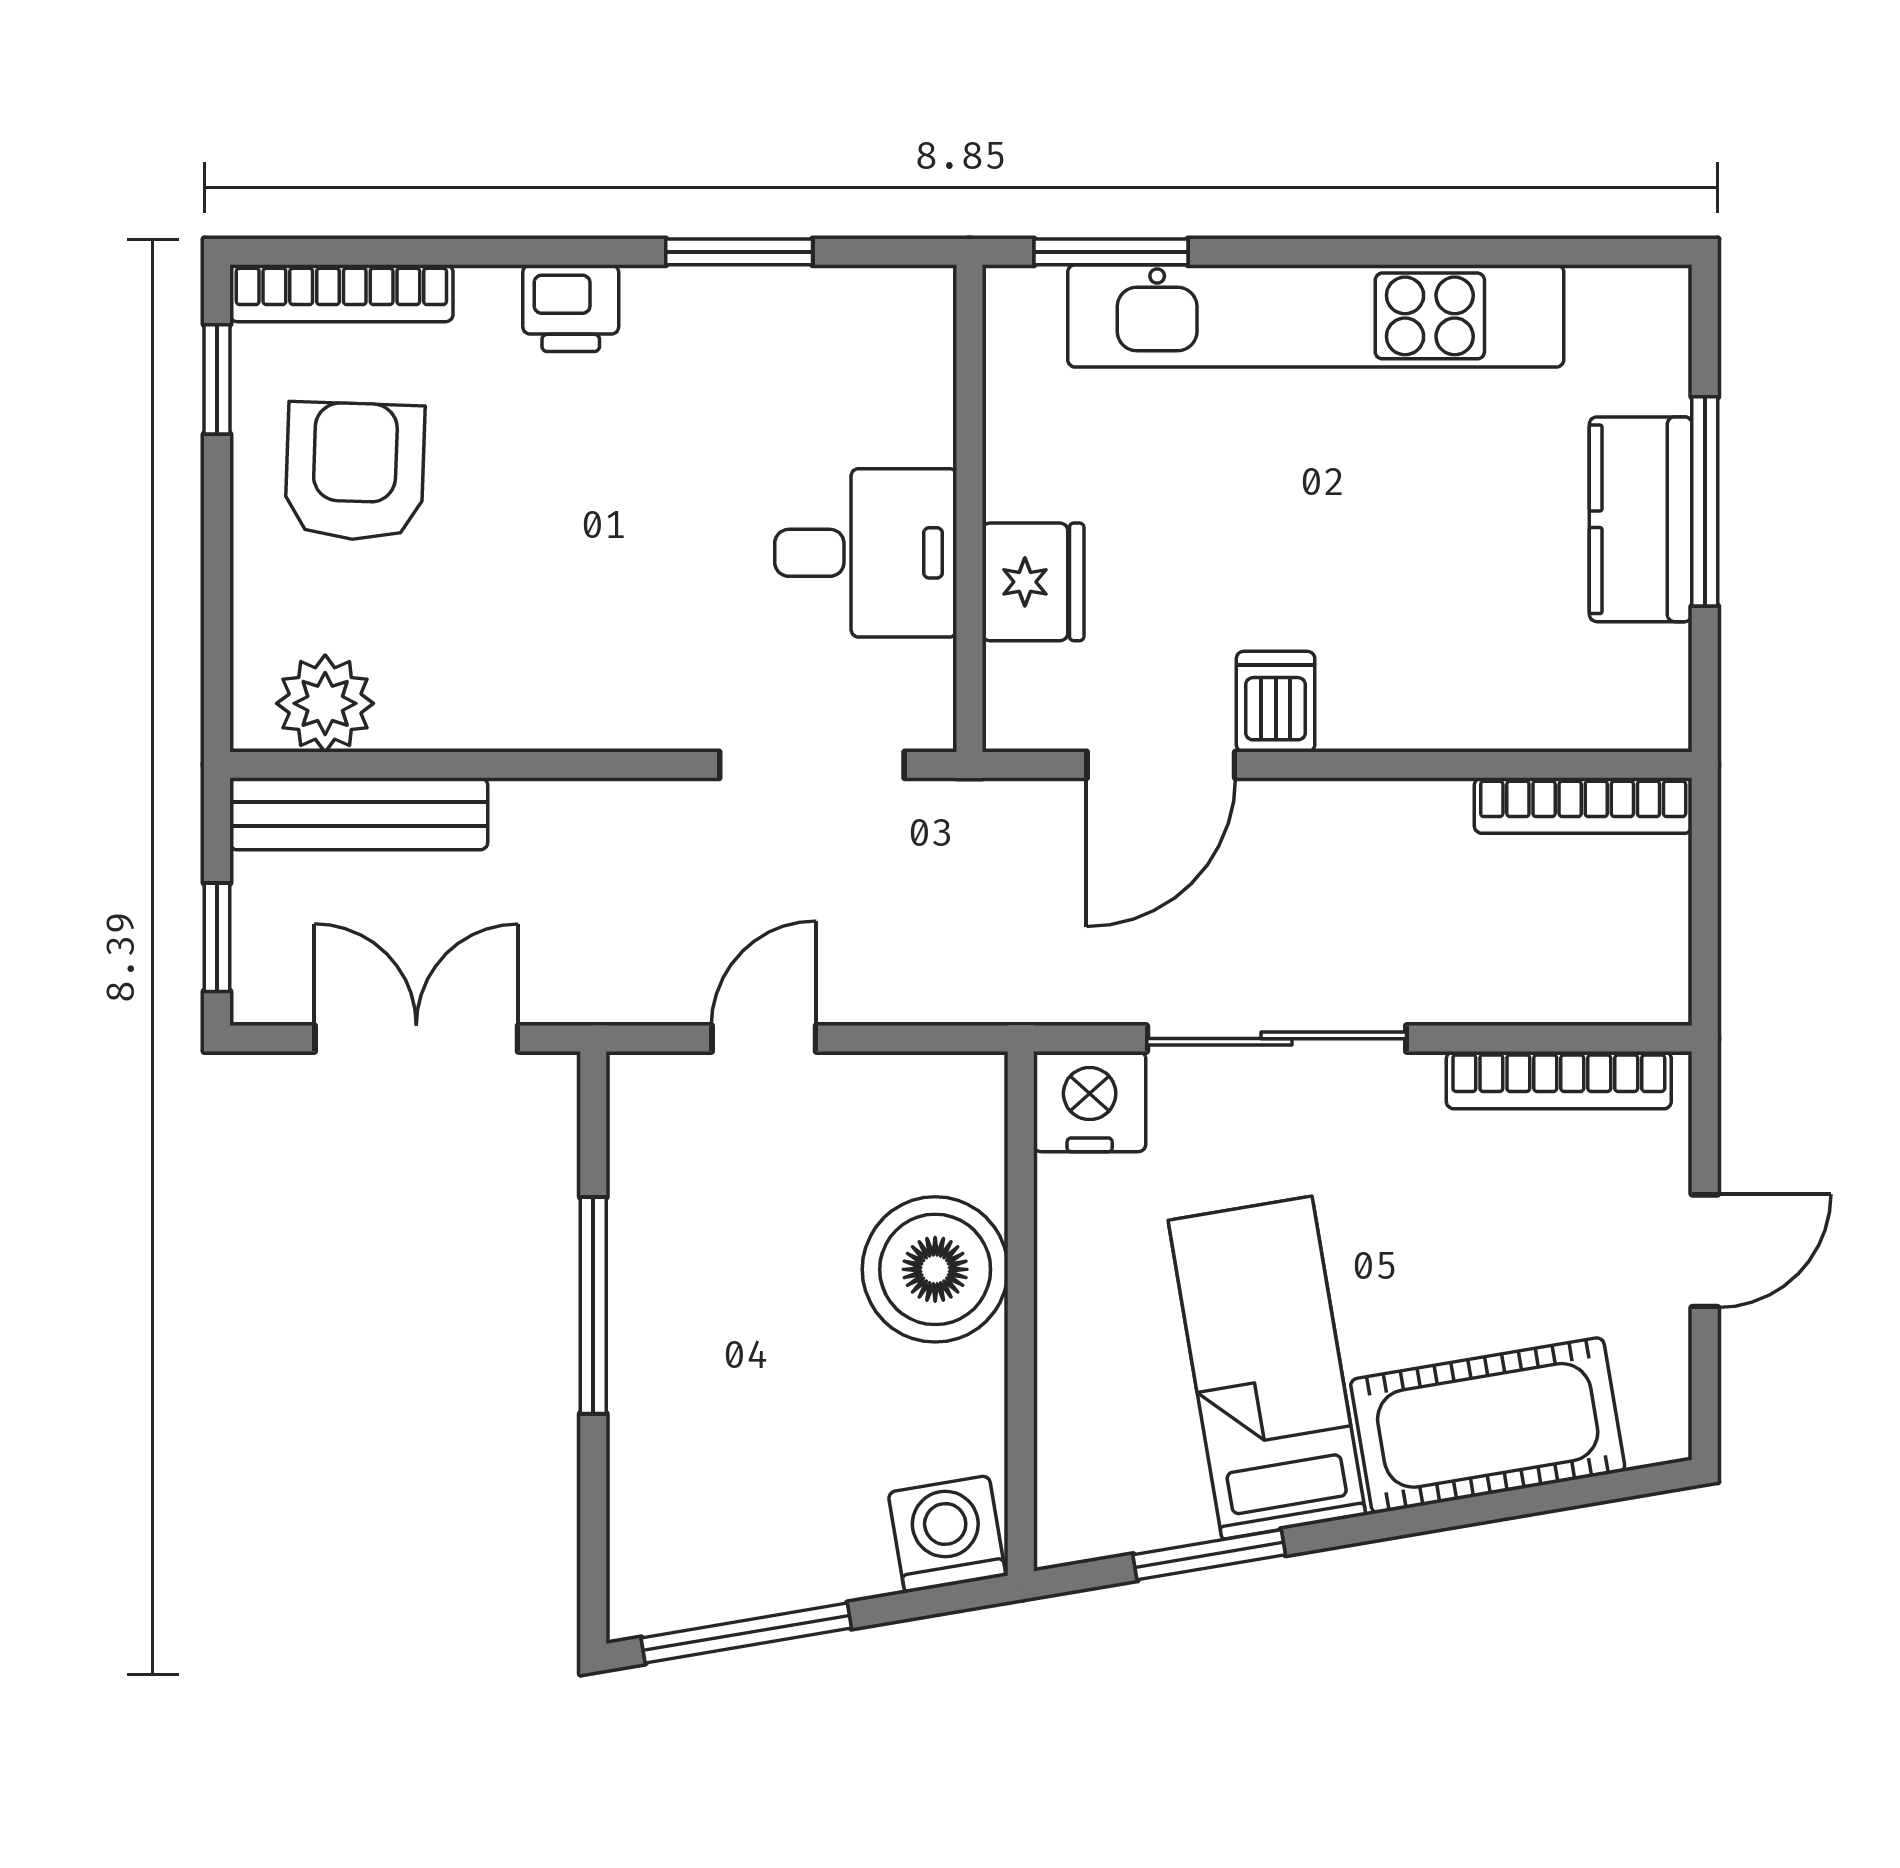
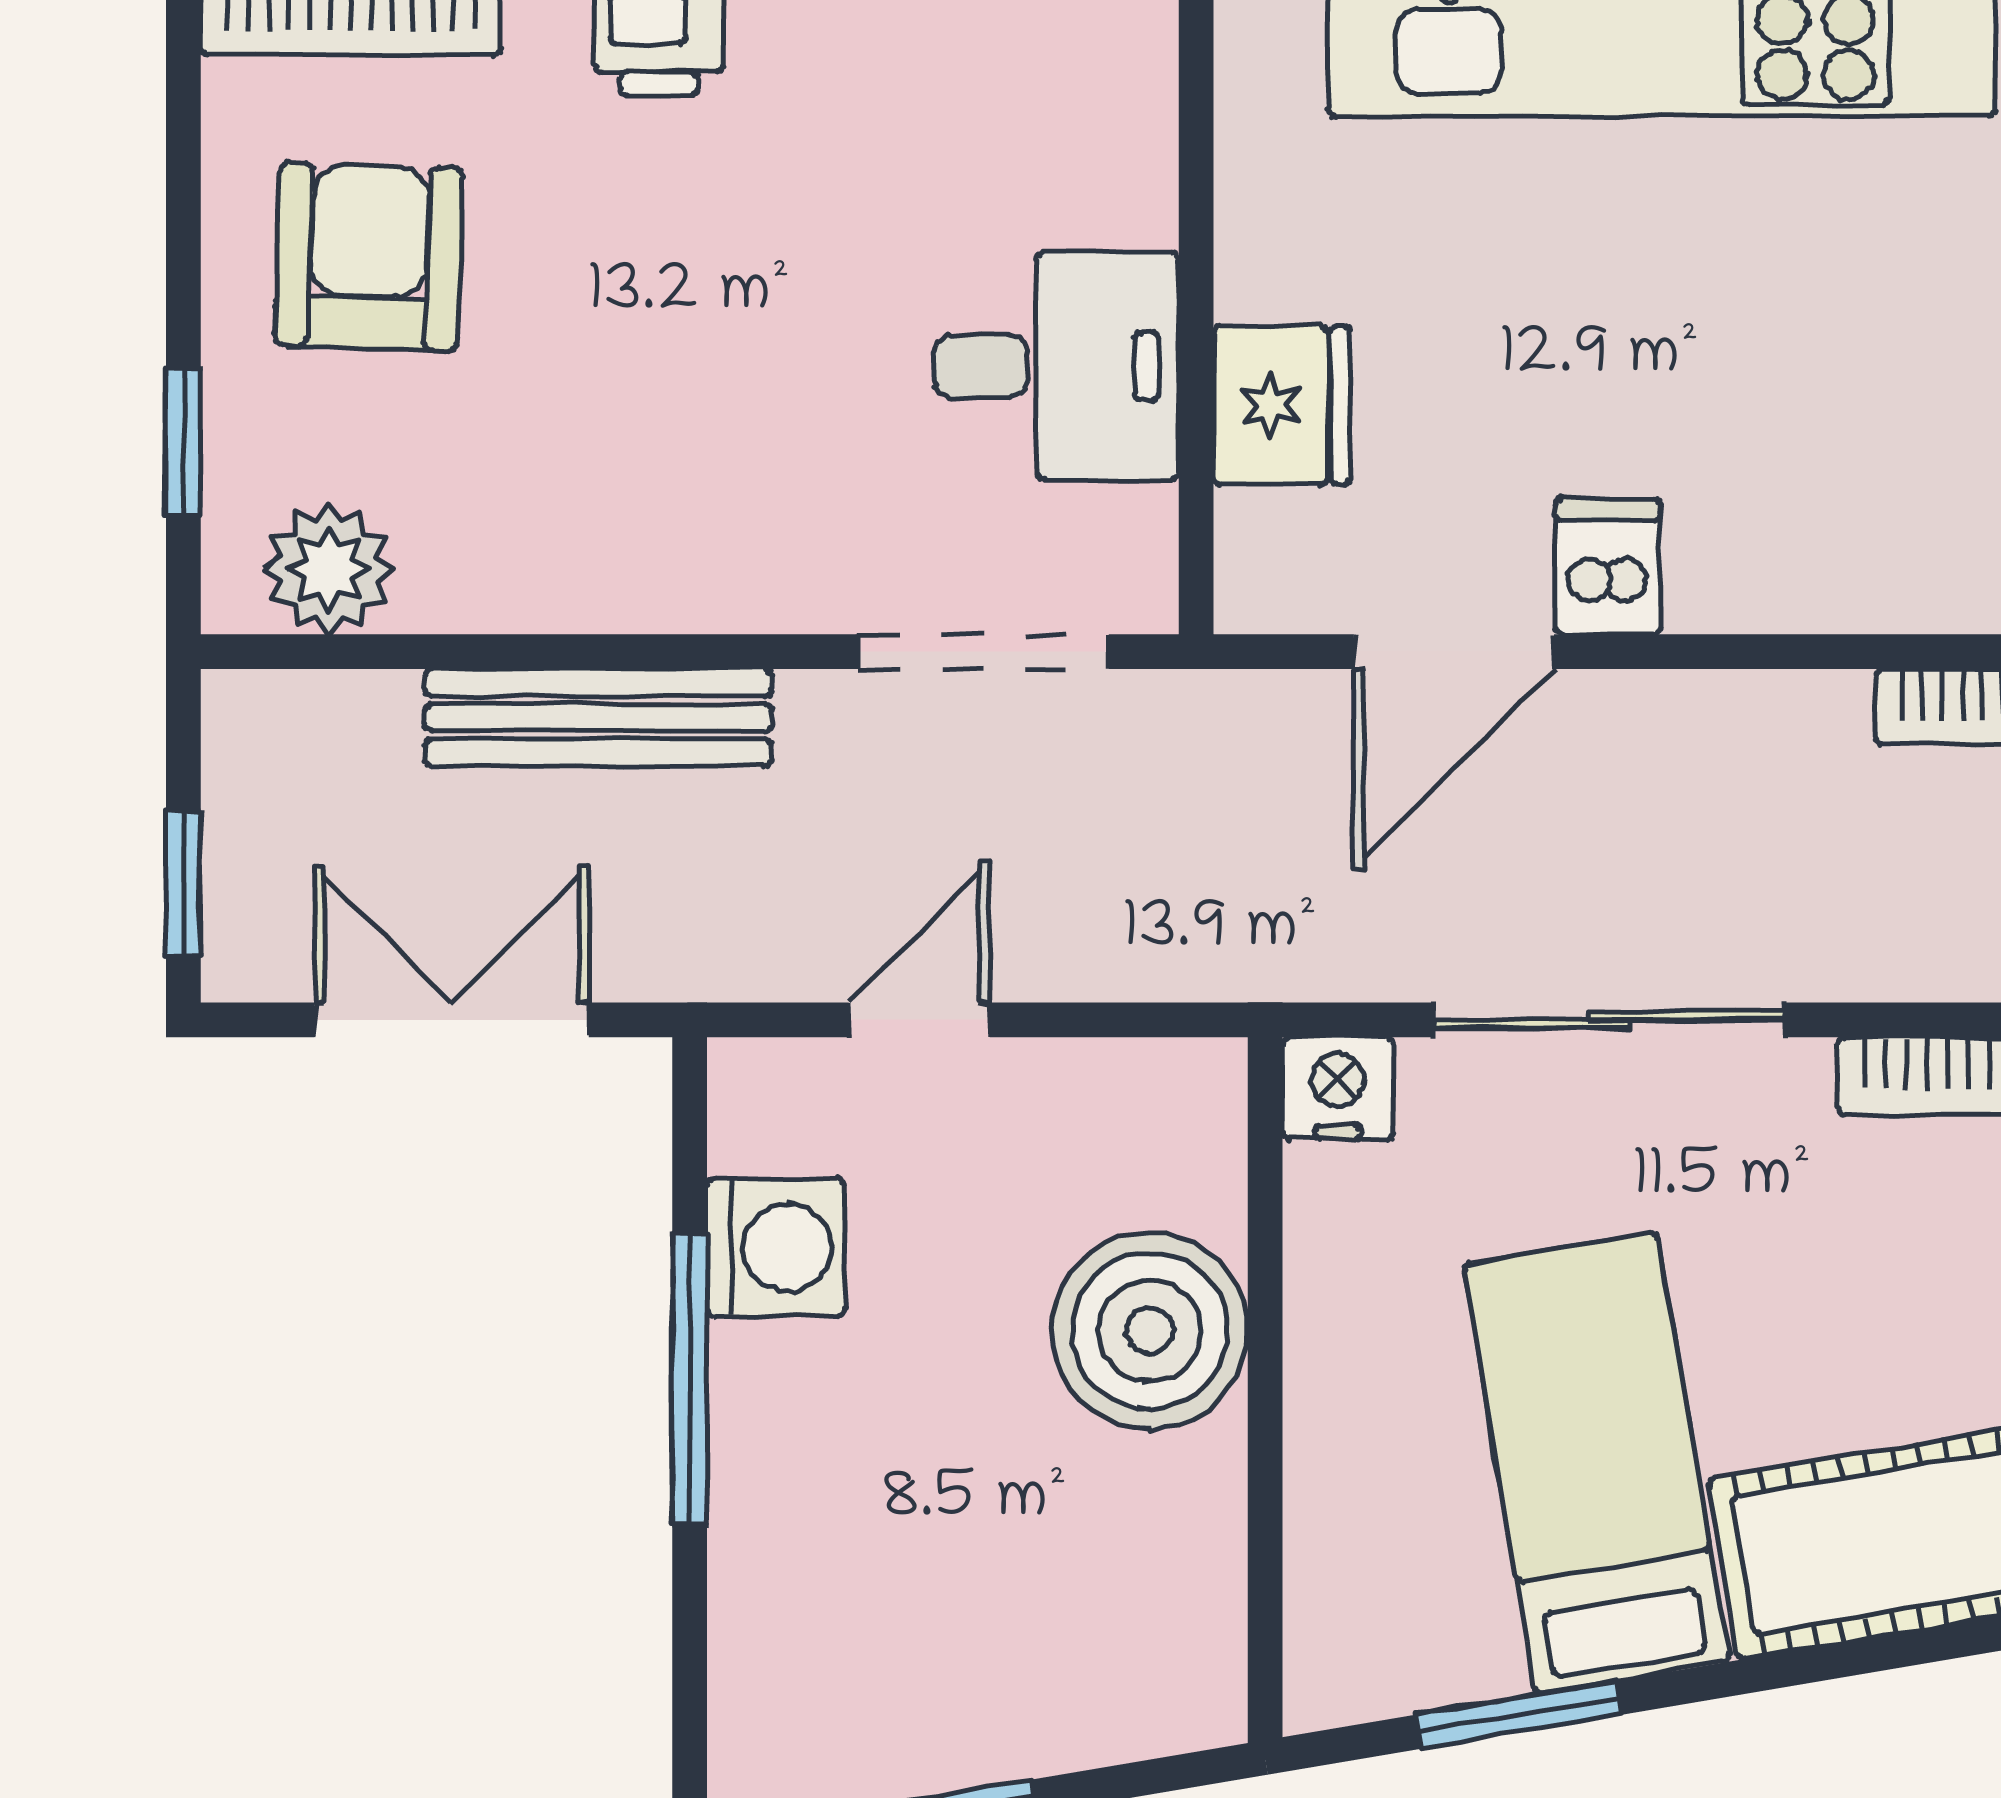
window: (217, 379) -> (183, 441), moved
bench: (359, 814) -> (598, 717), moved
nightstand: (1090, 1102) -> (1338, 1088), width x0.74, depth x0.75
washing machine: (947, 1534) -> (776, 1247), moved, turned 100

